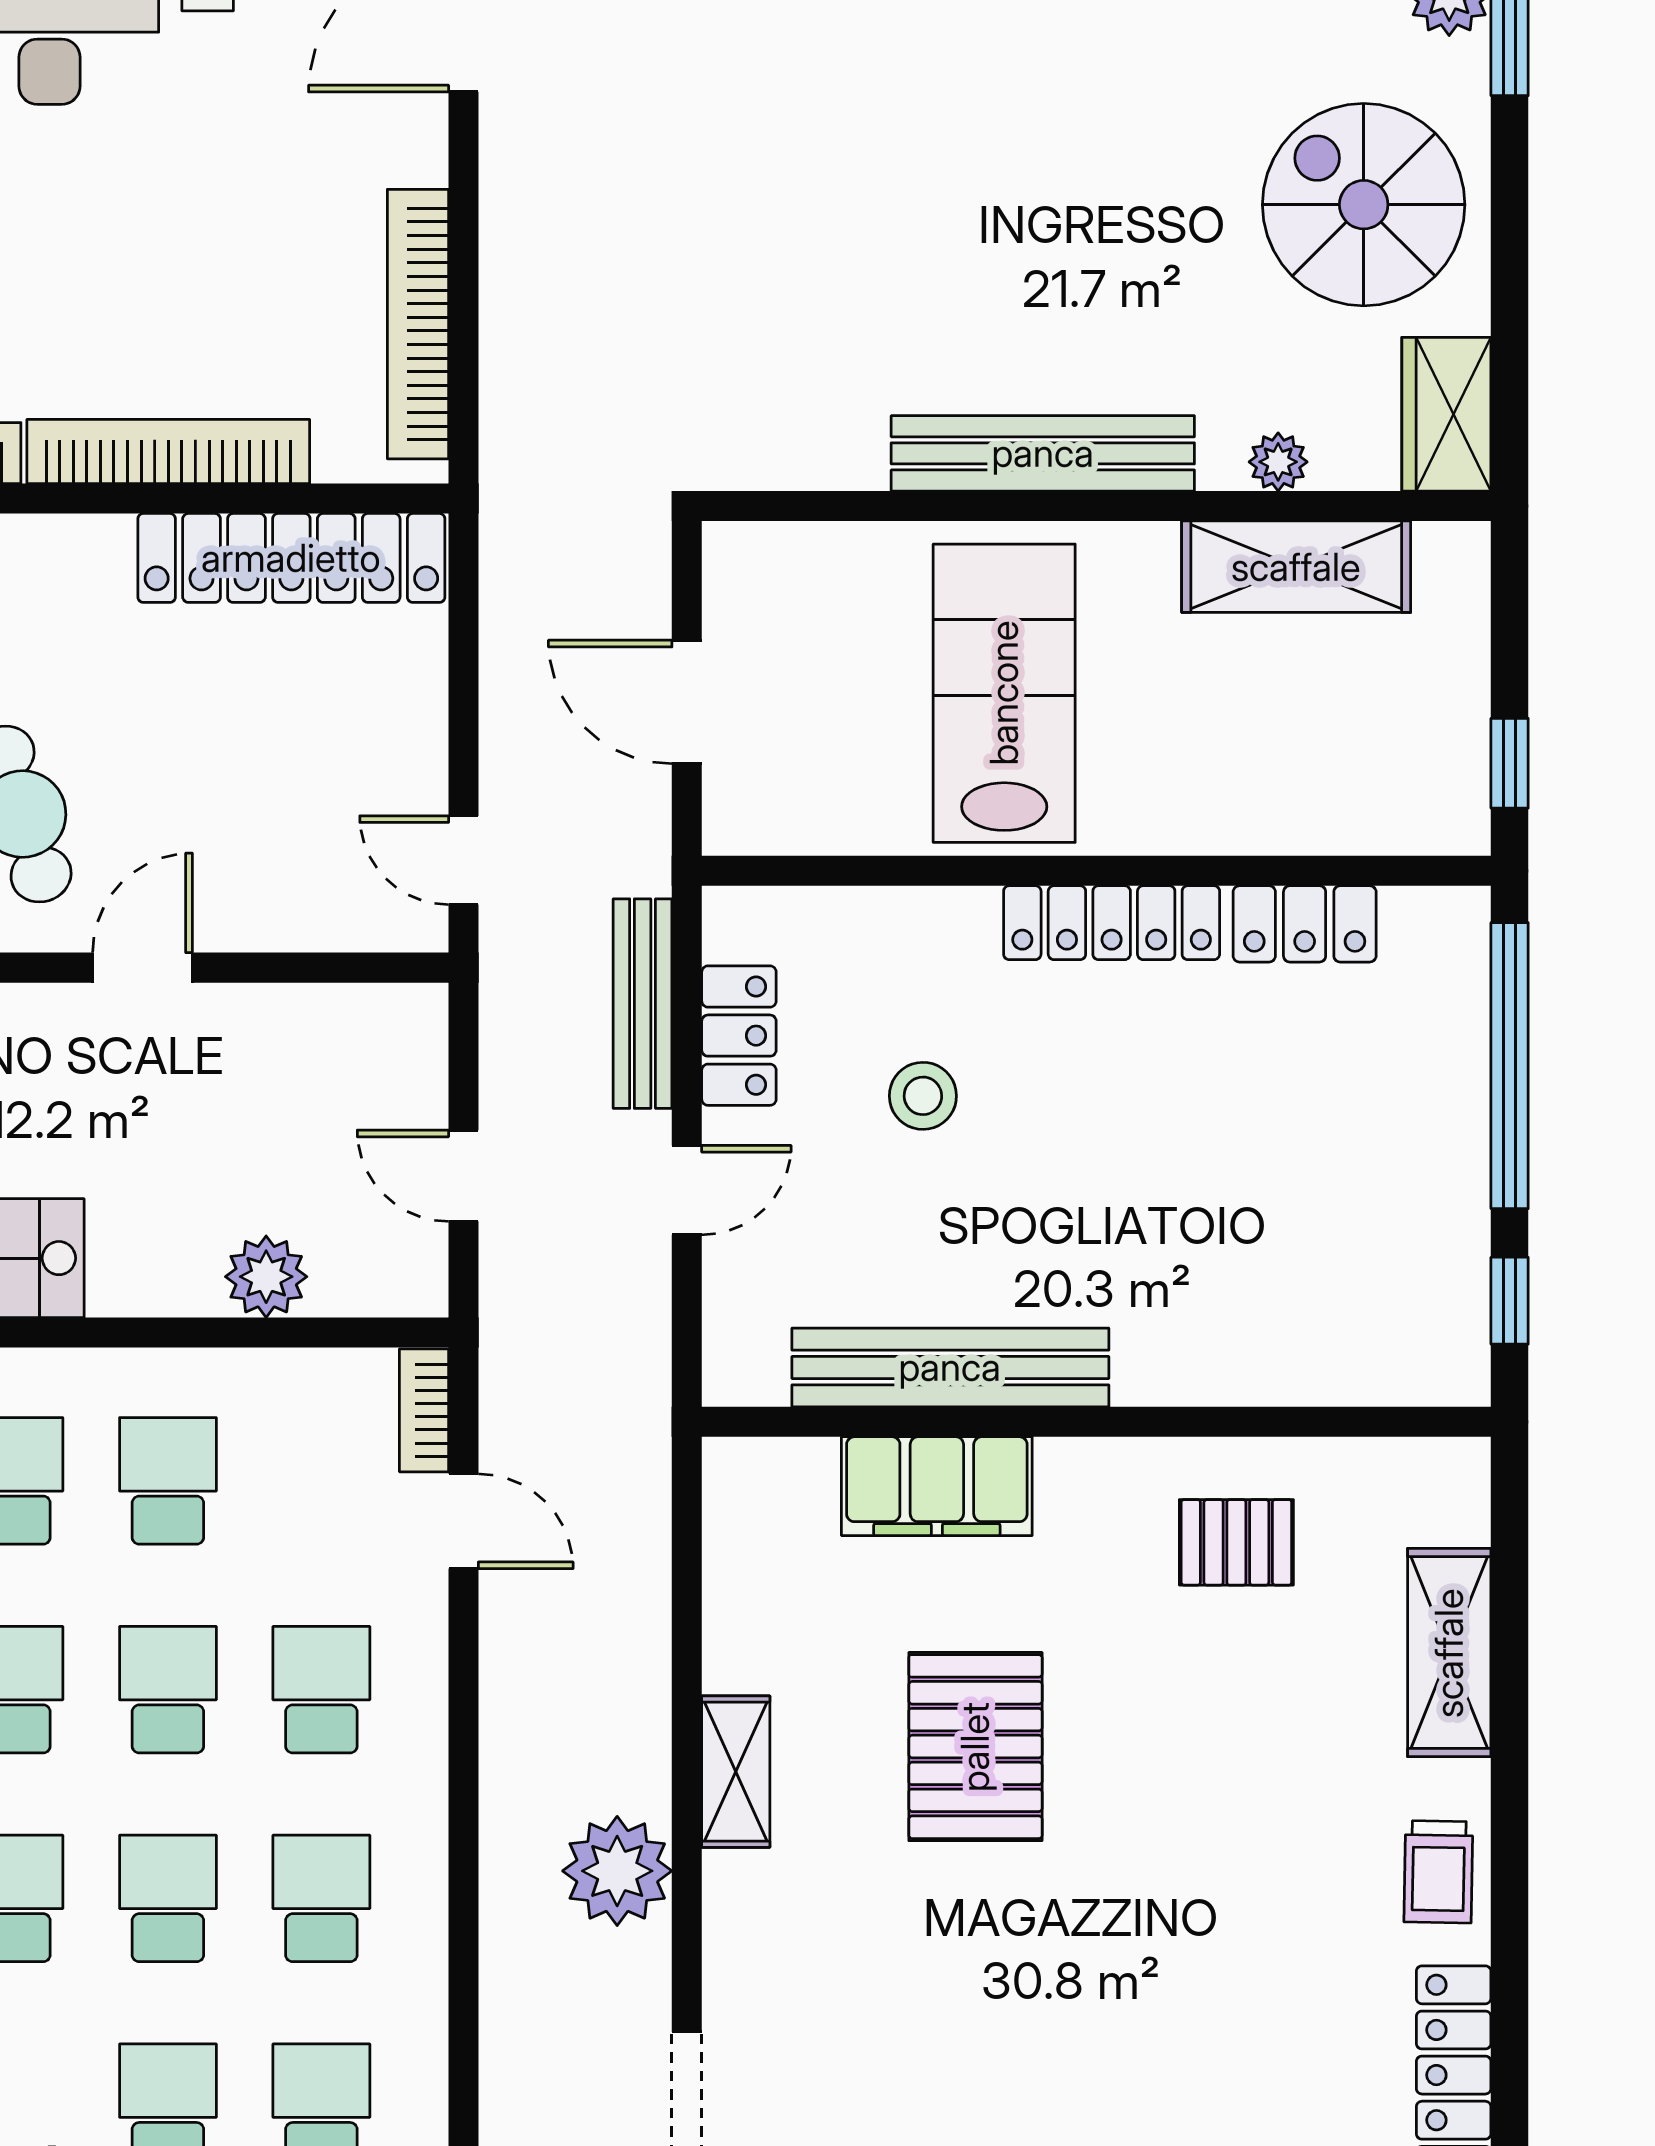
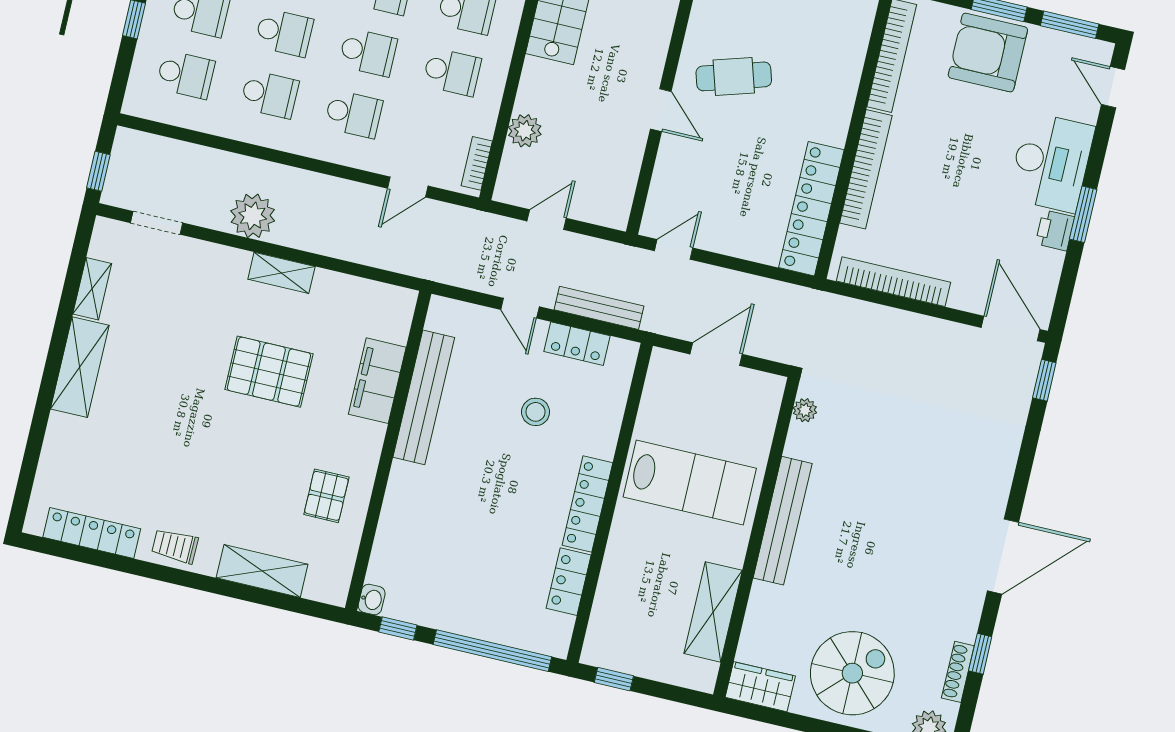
plant: (1278, 462) -> (805, 410), moved
washbasin: (1456, 1378) -> (372, 600), added
bookcase: (424, 1410) -> (477, 163), moved, turned -90

